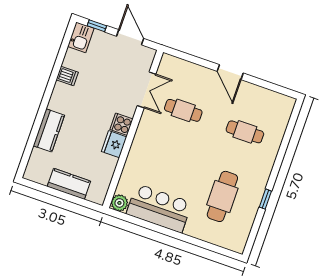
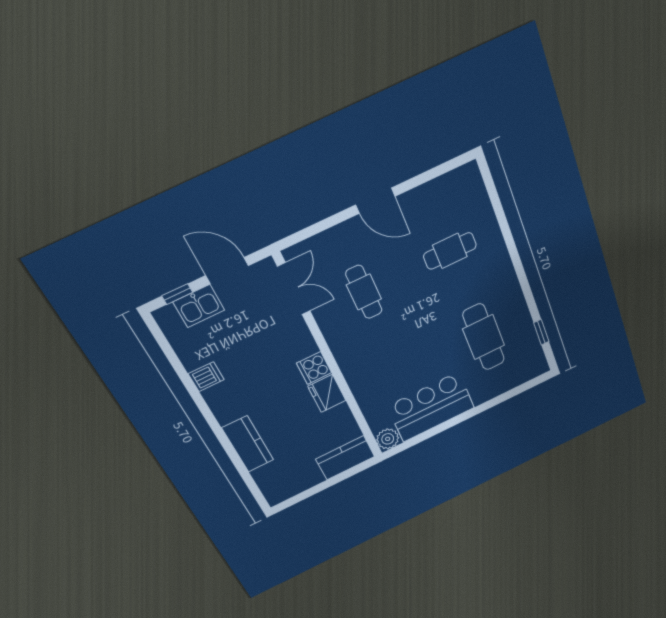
kitchen sink: (81, 37) -> (199, 306), moved, turned 90
double door: (147, 90) -> (294, 289), moved
cafe table: (183, 110) -> (364, 292), turned 90
kitchen counter: (69, 184) -> (345, 458), moved
window: (265, 199) -> (541, 332), moved

